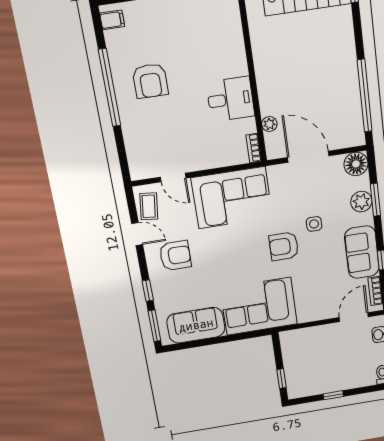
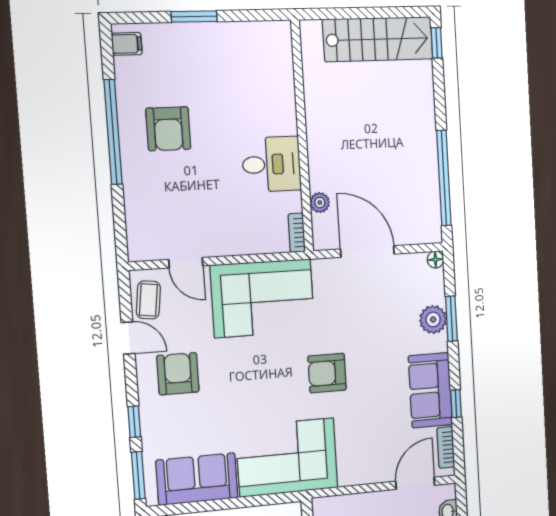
floor lamp: (356, 164) -> (435, 260), width x0.53, depth x0.53
side table: (314, 224) -> (369, 345), removed
armchair: (175, 256) -> (178, 374), turned -90

